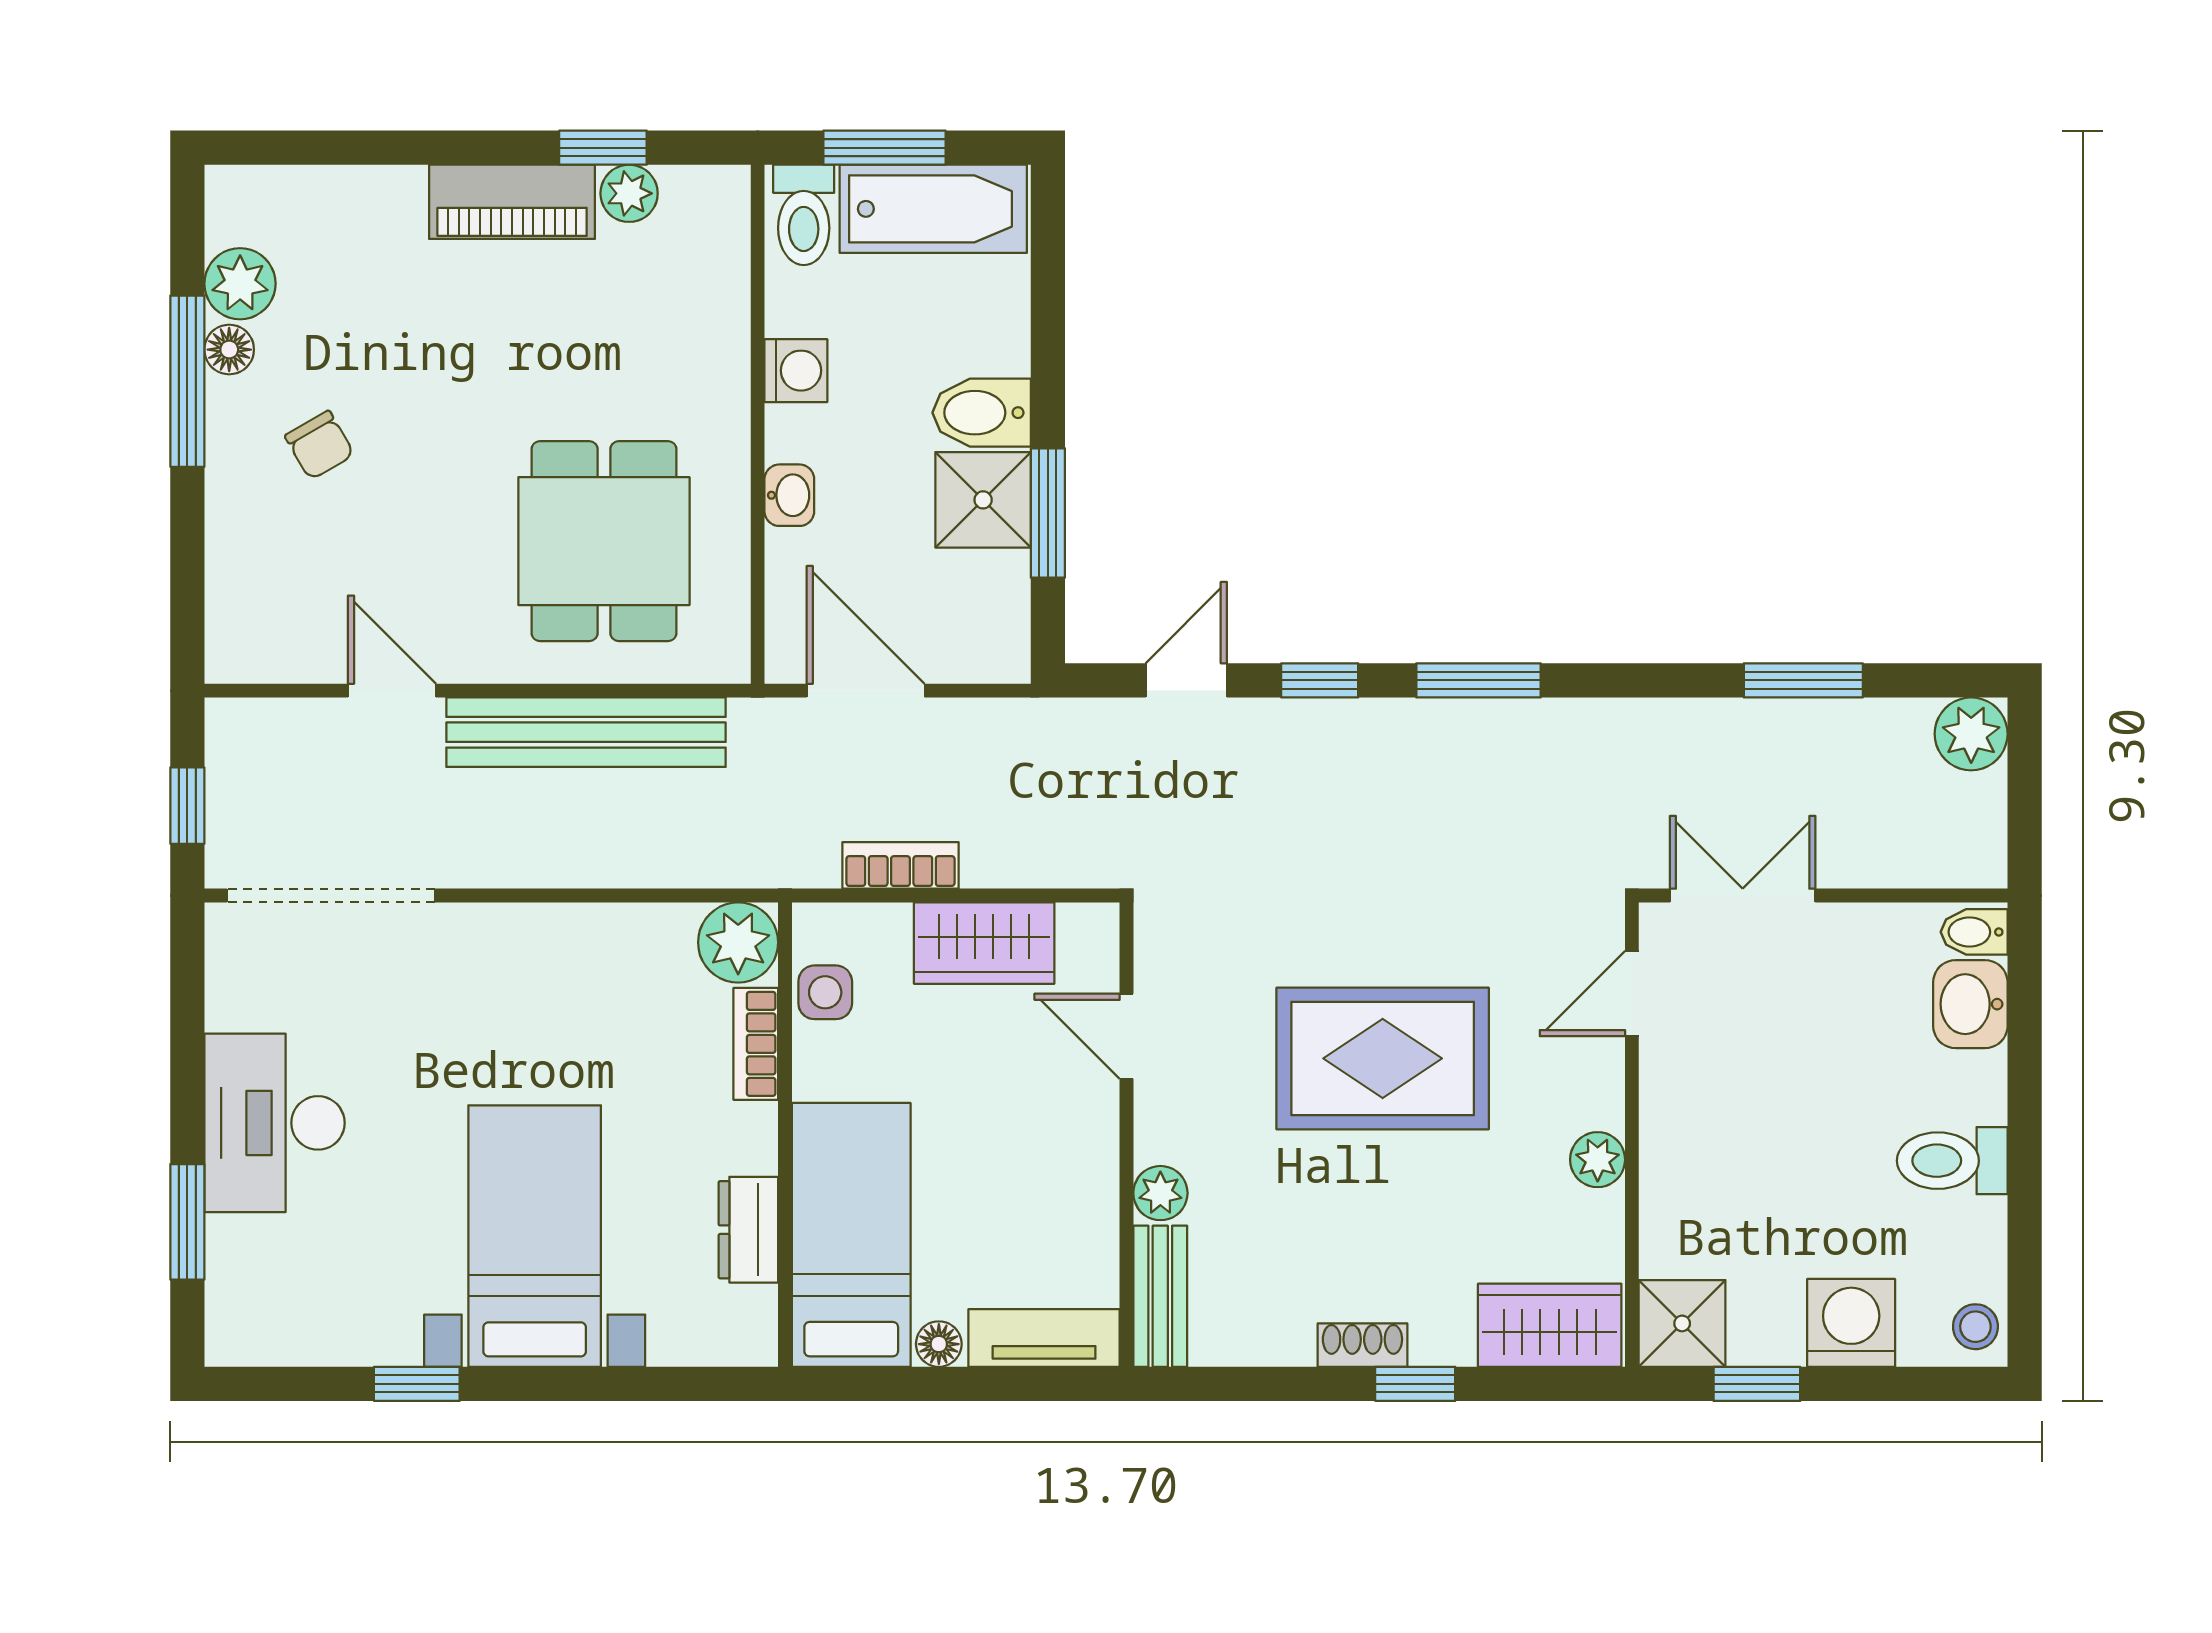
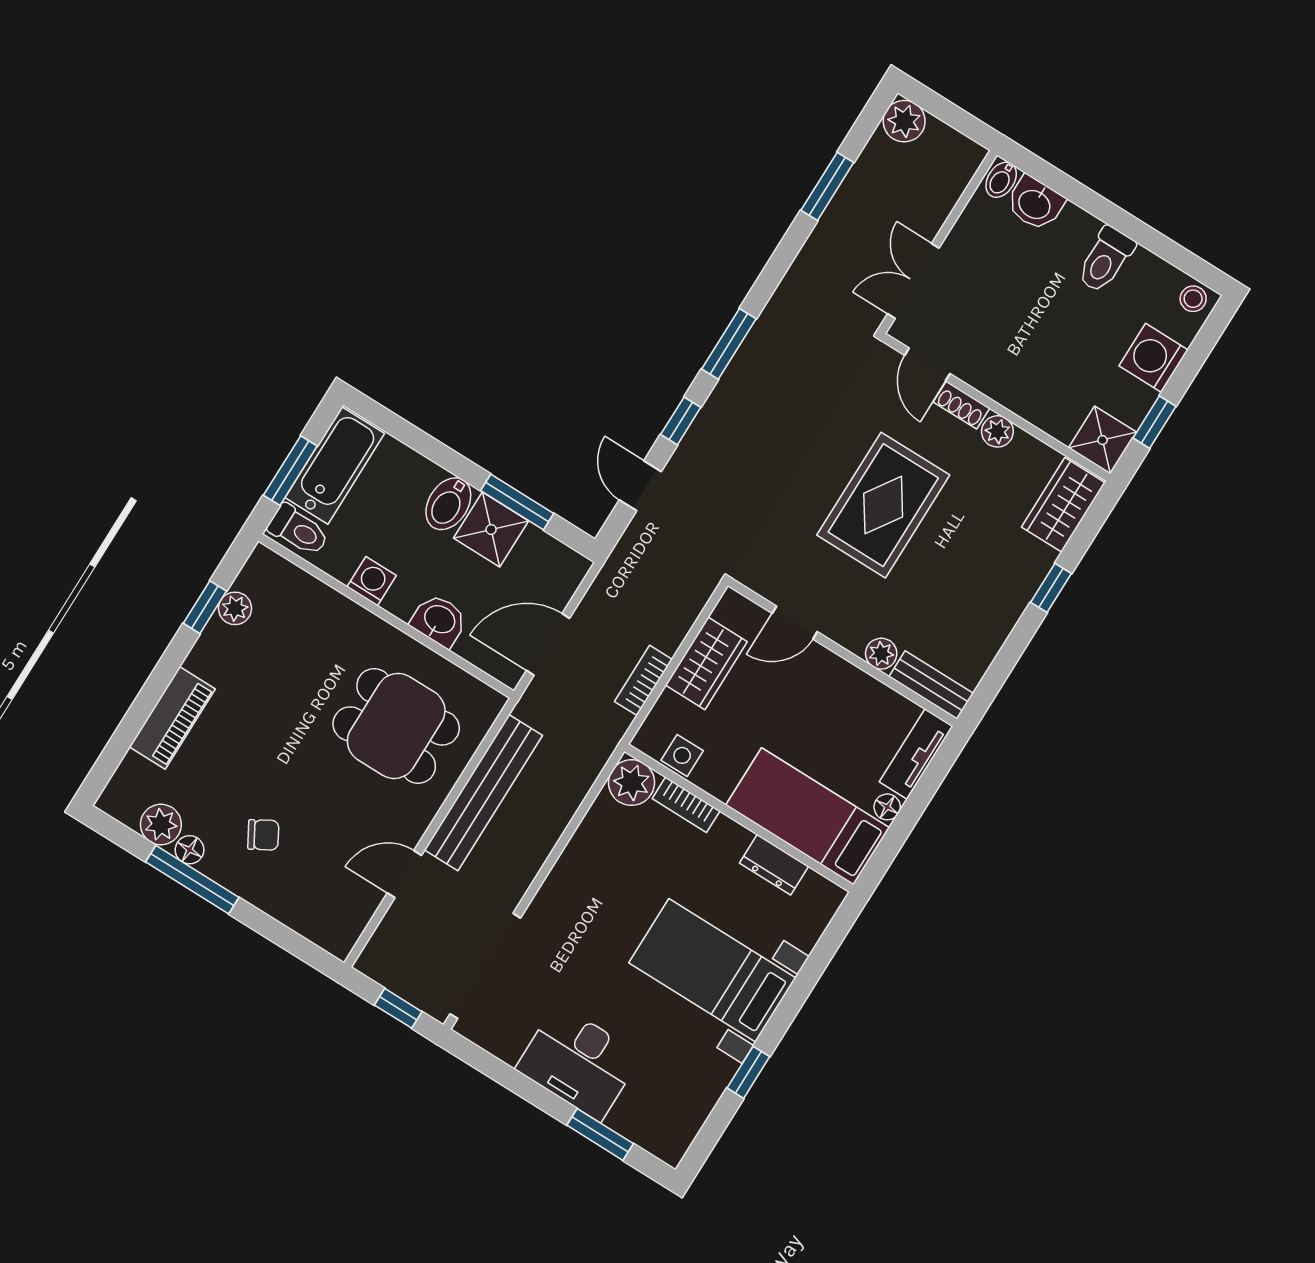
piano: (512, 202) -> (172, 718), moved
washbasin: (789, 495) -> (439, 620), width x1.38, depth x1.45
shoe rack: (1362, 1345) -> (961, 405), moved, turned -90

